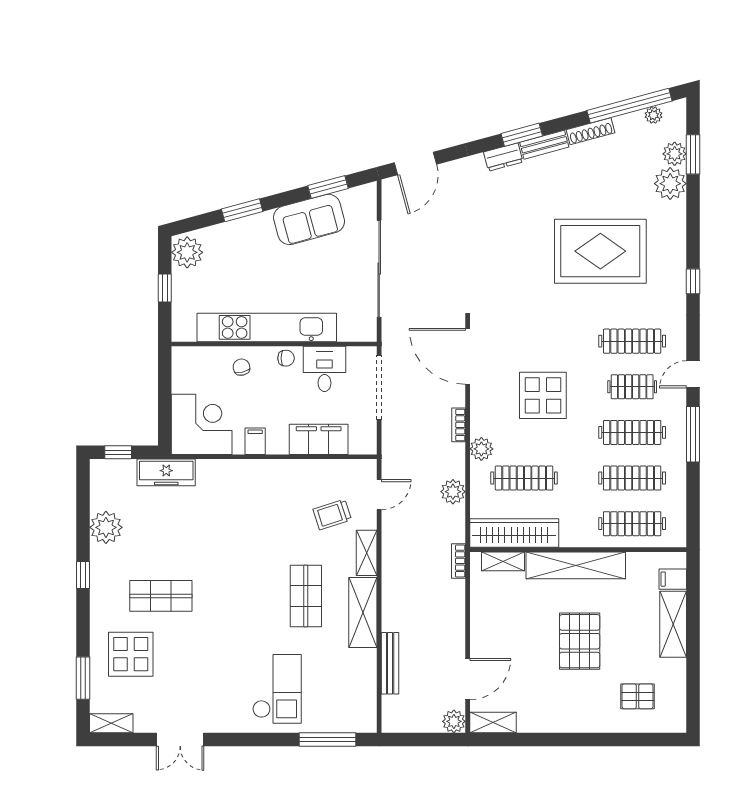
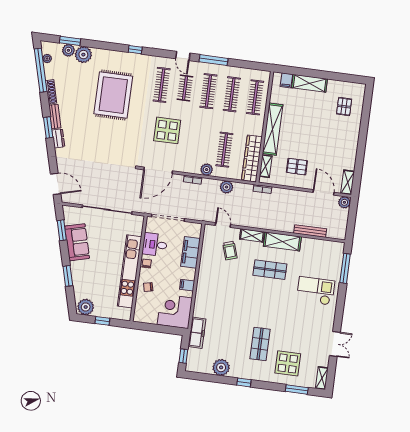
display table: (543, 395) -> (167, 130), moved
pallet: (580, 641) -> (297, 167), moved, width x0.67, depth x0.71

